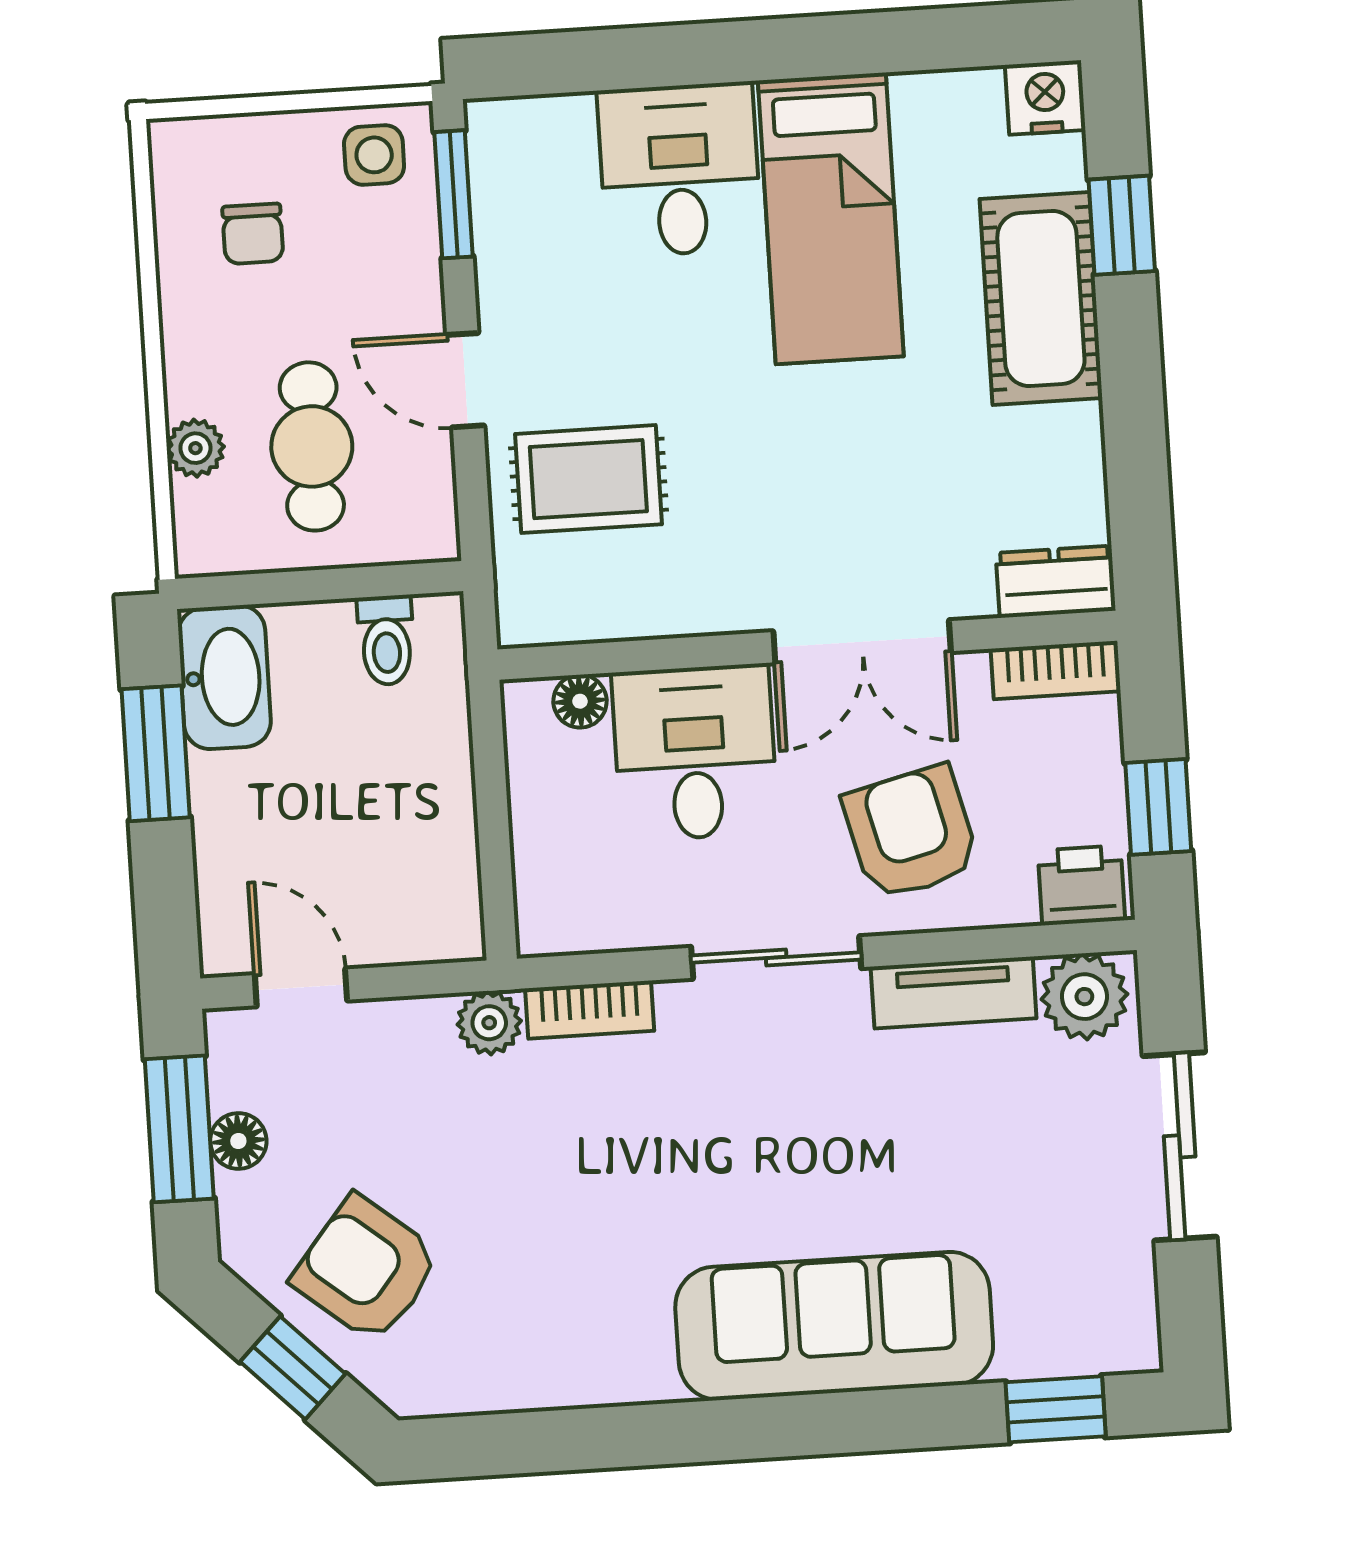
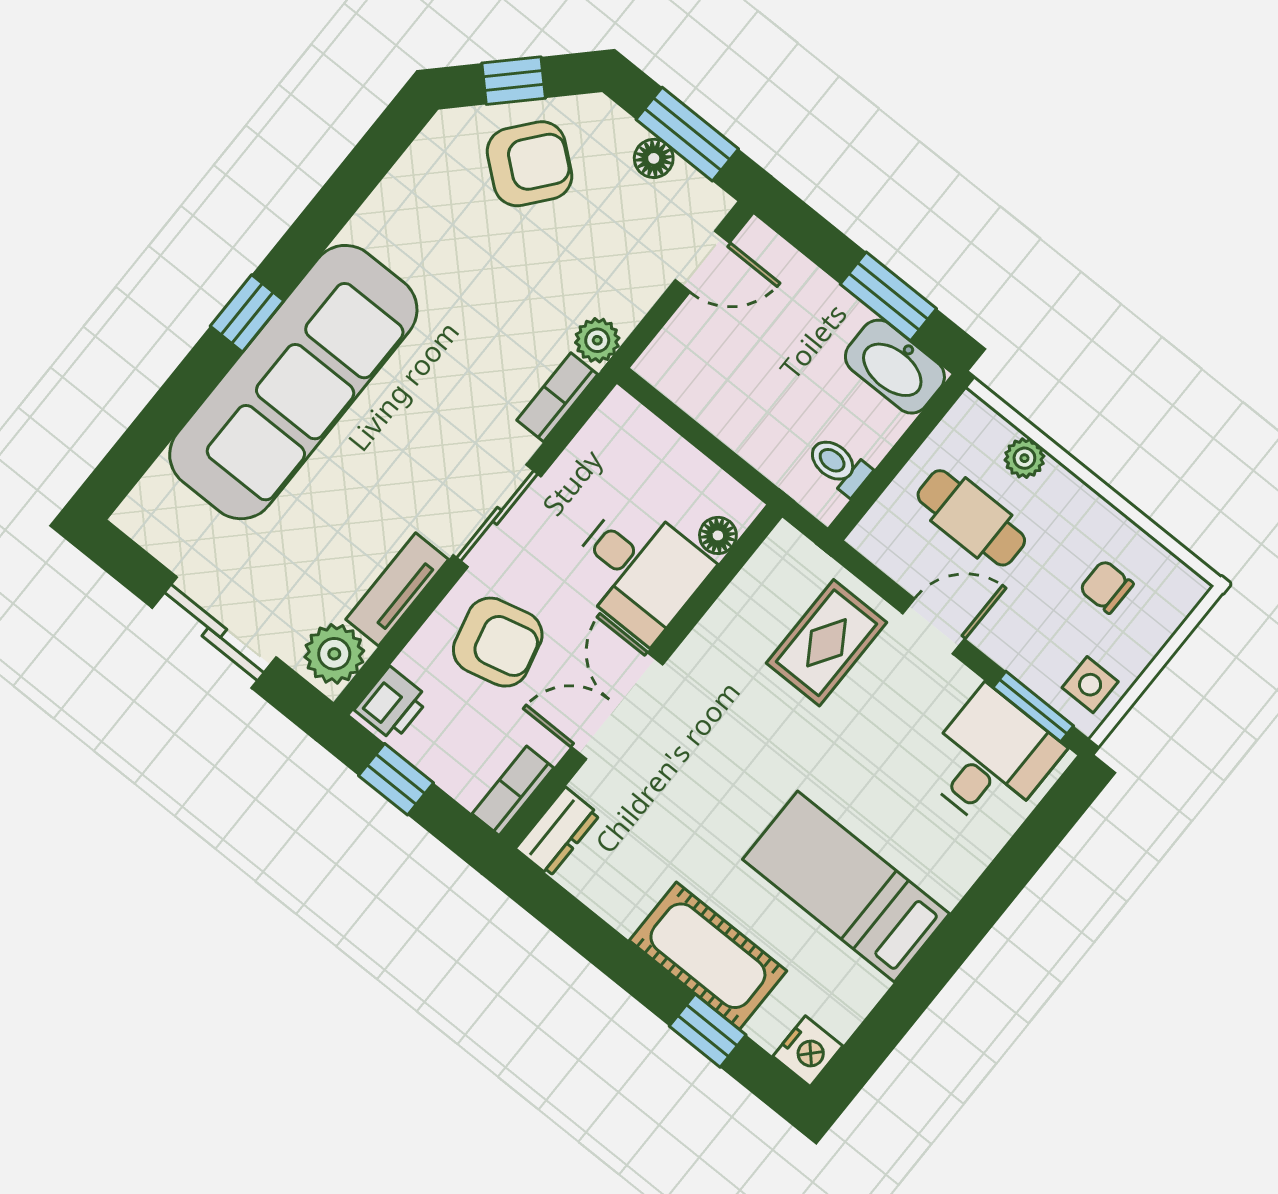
desk: (679, 170) -> (990, 760), moved, turned -90
sofa: (834, 1326) -> (293, 382), width x1.36, depth x1.27
window: (1056, 1409) -> (247, 313), moved

